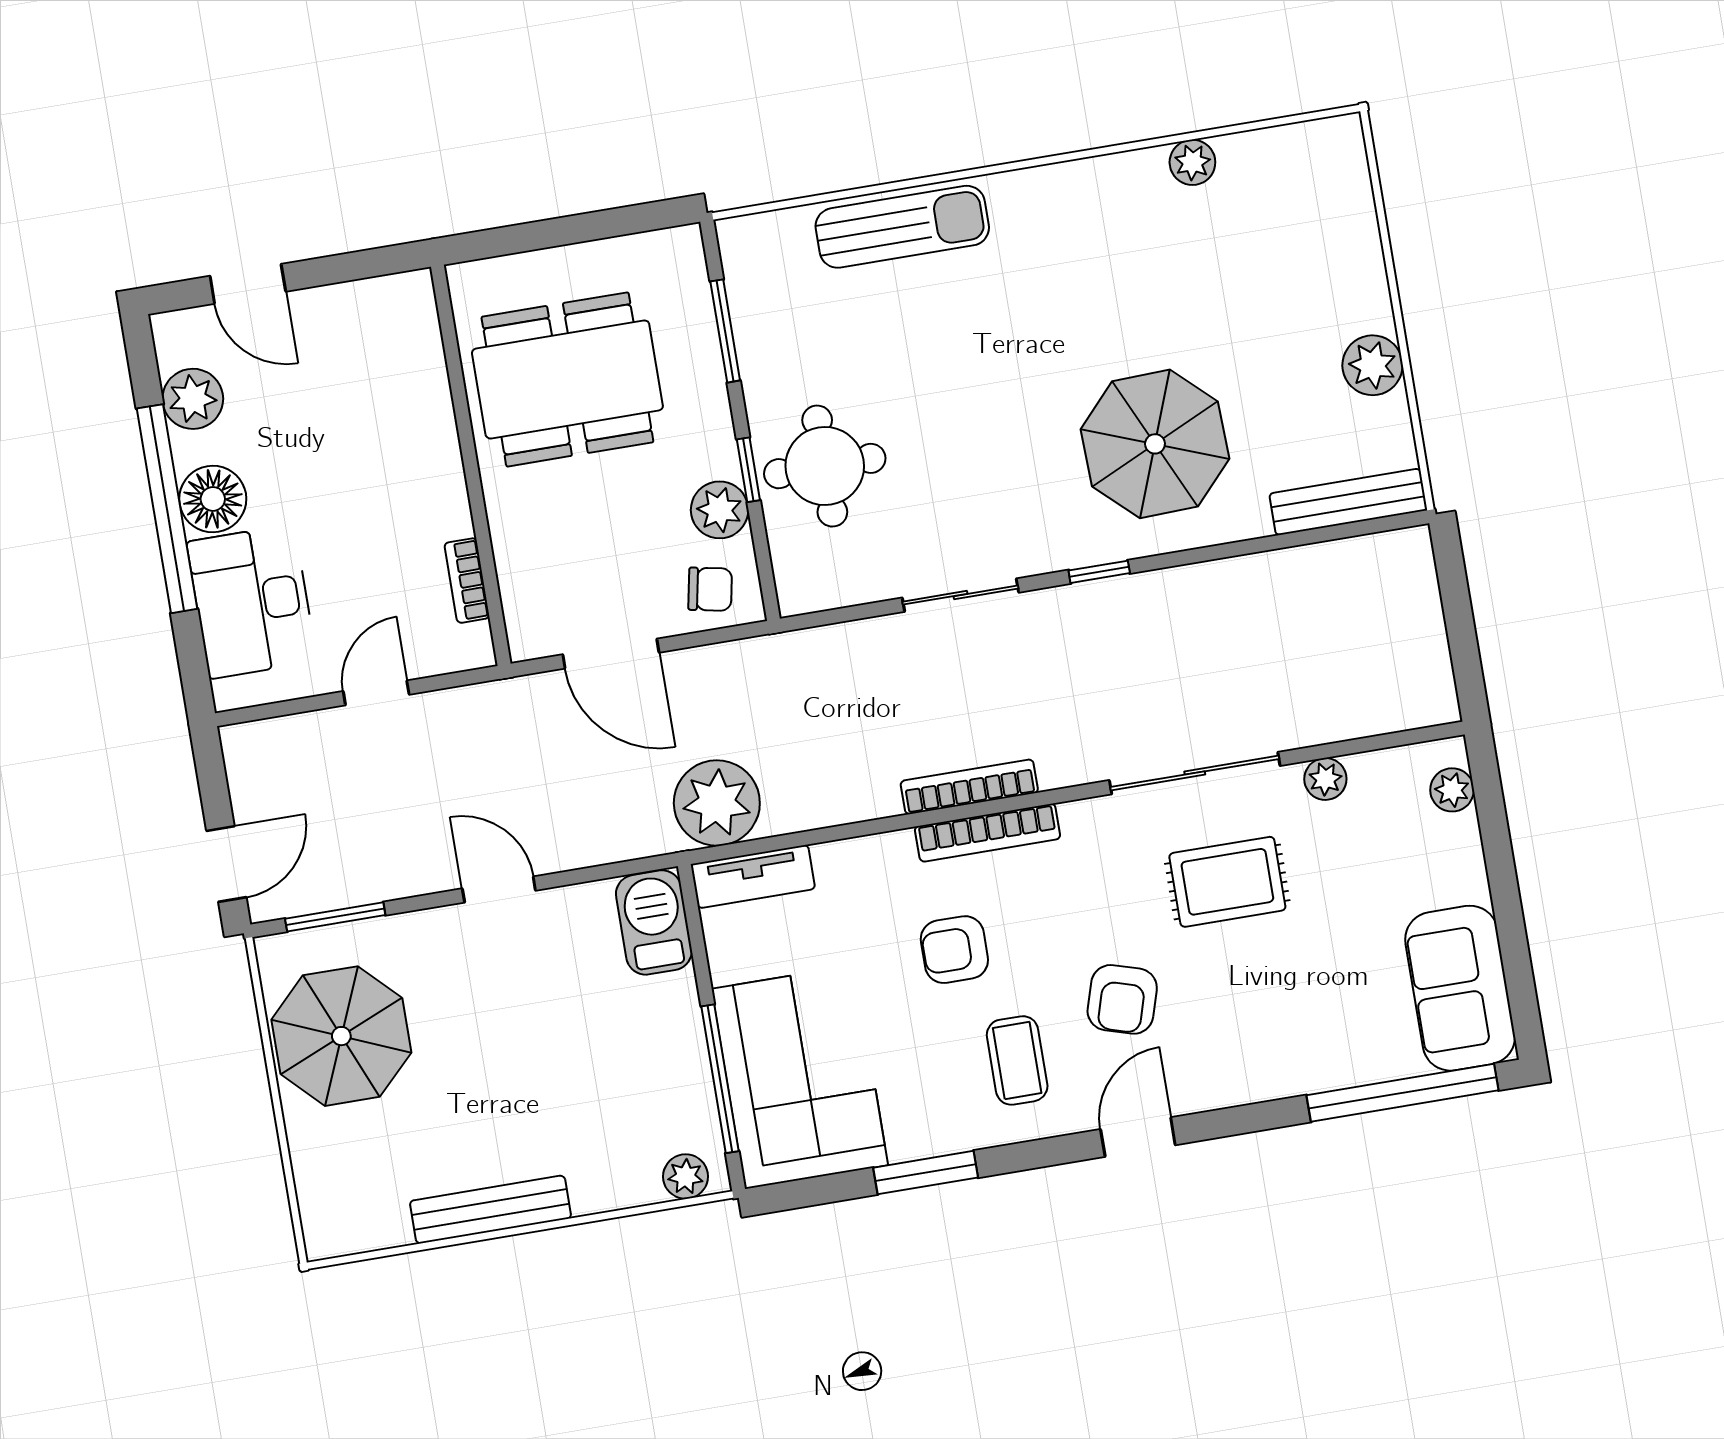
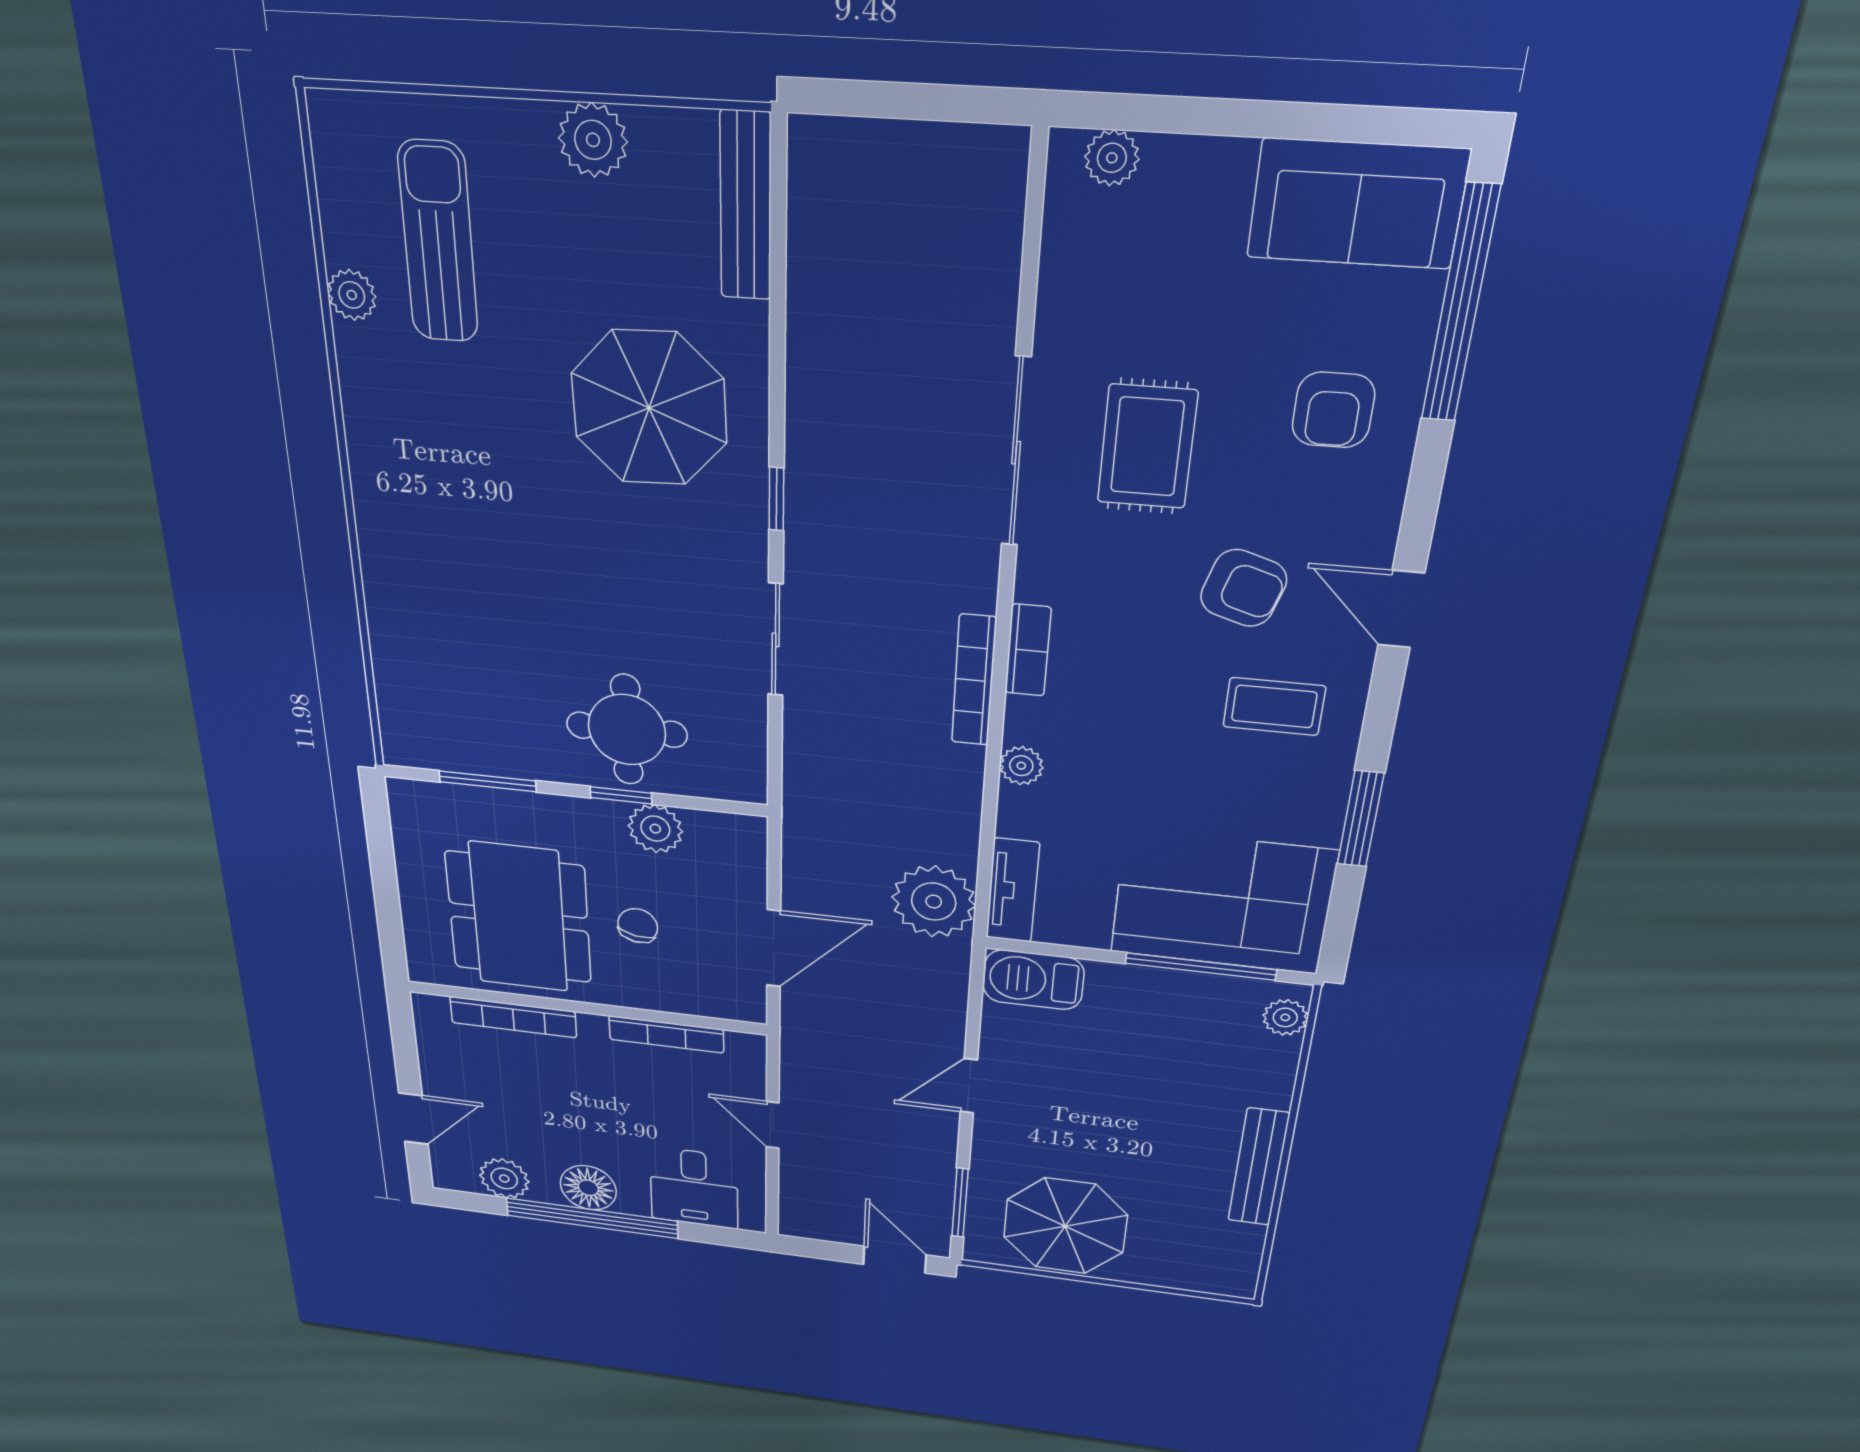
sun lounger: (902, 227) -> (438, 243), moved
bookcase: (433, 387) -> (513, 1017), added
bookcase: (467, 581) -> (666, 1034), width x1.56
chair: (710, 589) -> (638, 926), moved
desk: (252, 602) -> (694, 1188), width x0.73
plant: (1325, 779) -> (1021, 766), moved
bookcase: (988, 833) -> (1028, 650), width x0.64
armchair: (954, 950) -> (1333, 410), moved

